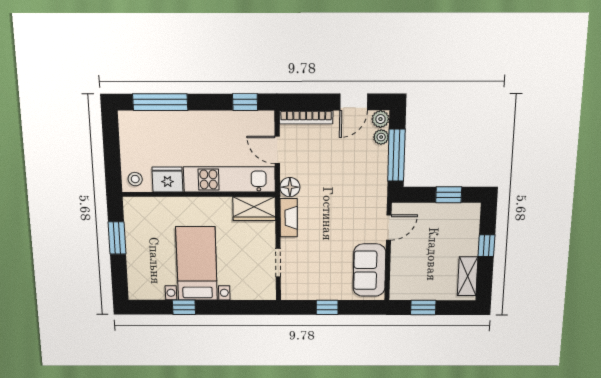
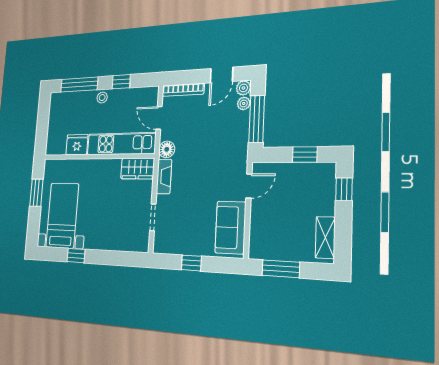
window: (245, 102) -> (121, 82), moved
stool: (135, 179) -> (102, 98), moved
window: (486, 246) -> (344, 189), moved
bed with nightstands: (197, 264) -> (62, 215), moved
window: (423, 308) -> (281, 269), width x1.50

